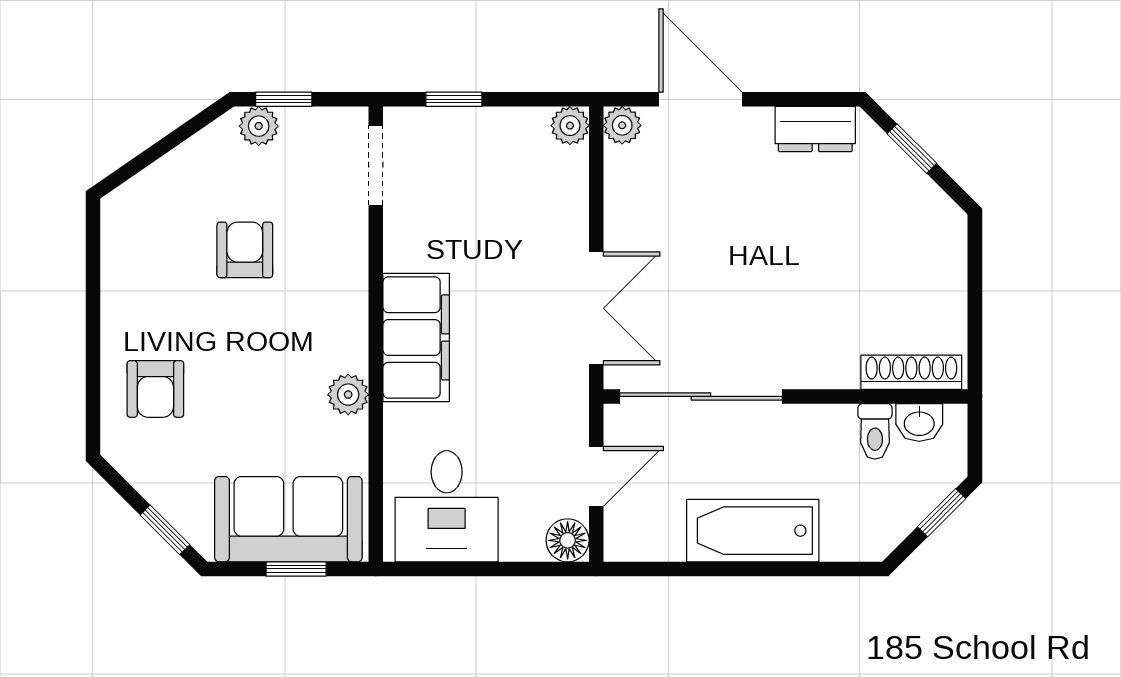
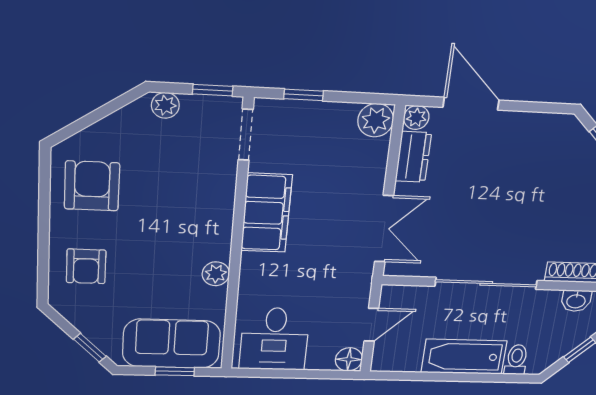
window: (284, 99) -> (213, 90), moved
plant: (570, 126) -> (376, 120), width x1.38, depth x1.38
dresser: (815, 129) -> (413, 157), moved, turned -90
armchair: (245, 250) -> (92, 186), moved, width x1.38, depth x1.38
filing cabinet: (416, 337) -> (266, 213), moved
sliding door: (701, 396) -> (486, 283), moved
toilet: (875, 431) -> (516, 360), moved, turned 180

